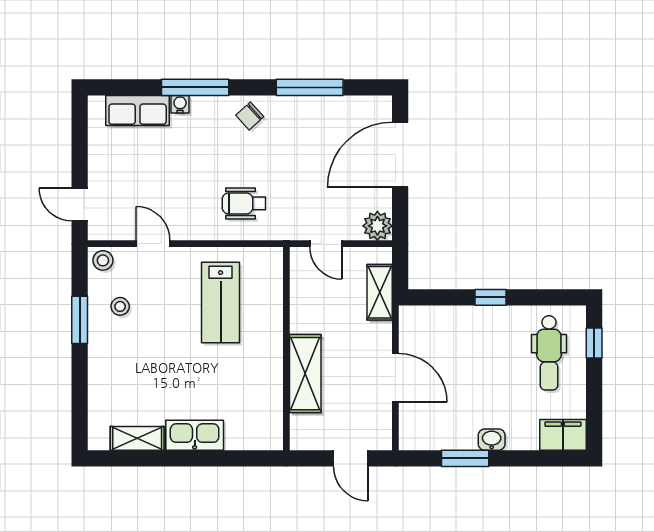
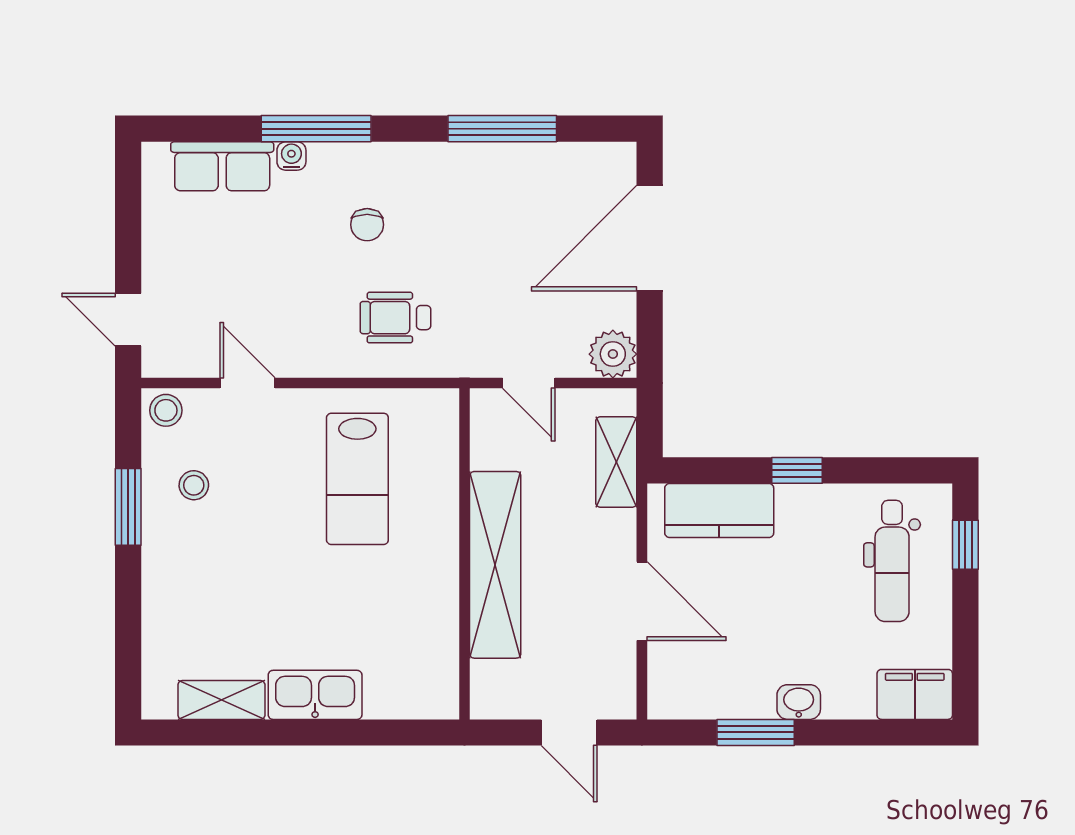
chair: (250, 116) -> (367, 225), moved, turned -48
kitchen counter: (443, 322) -> (719, 511), added
shelving: (305, 374) -> (495, 565), width x1.47

